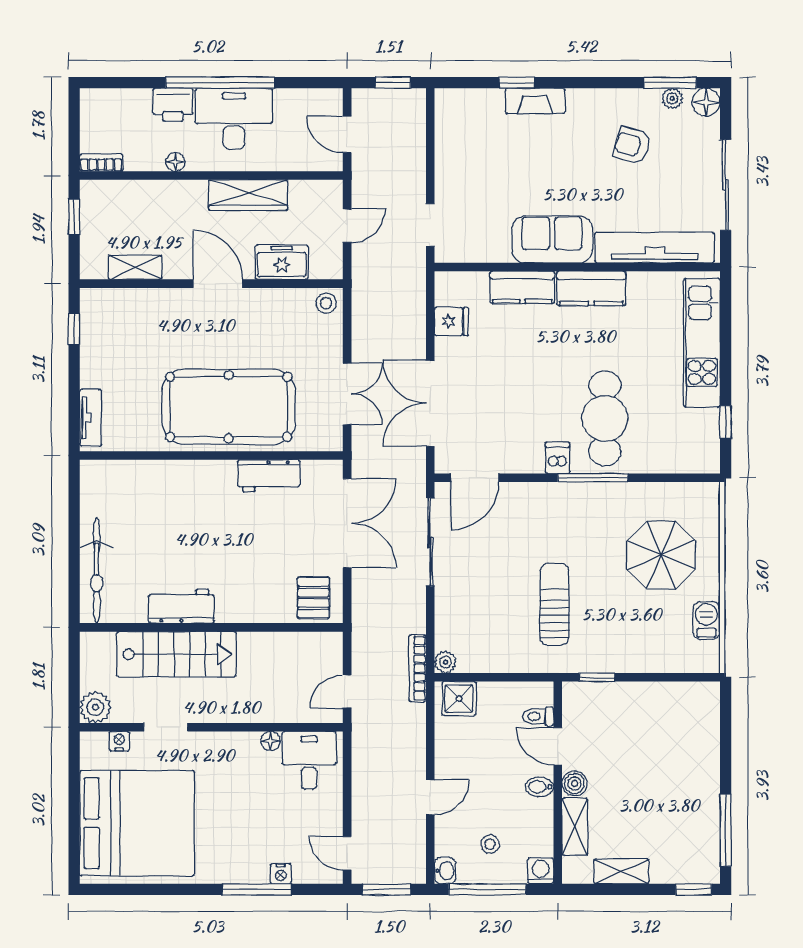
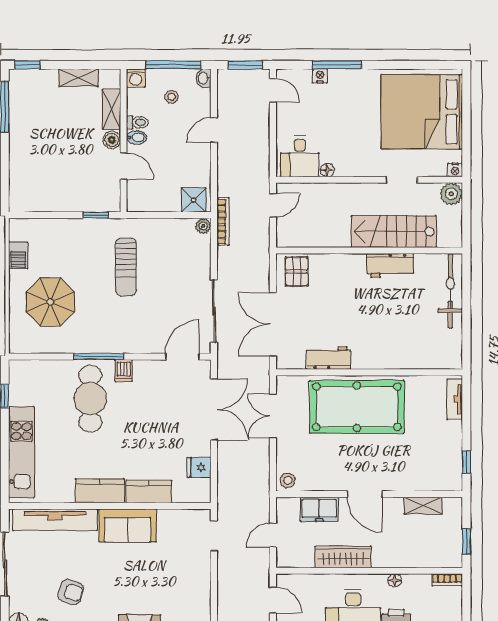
toilet: (538, 716) -> (137, 122), moved
nightstand: (119, 741) -> (455, 170), moved

